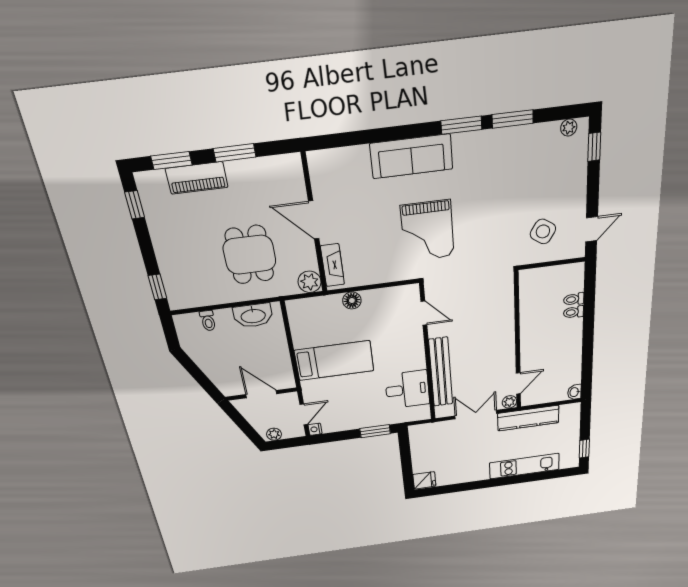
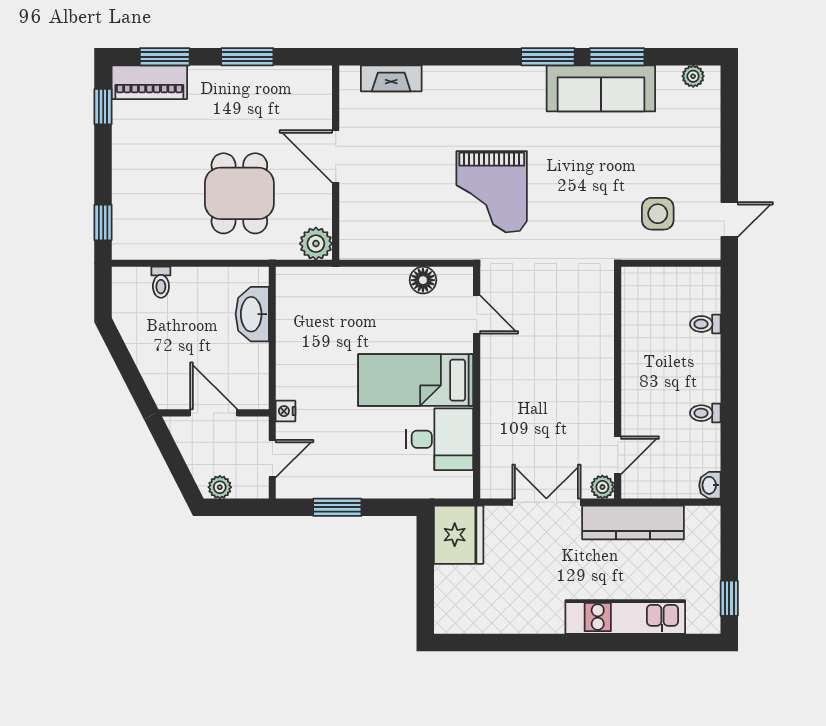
window: (594, 147) -> (729, 105), removed
sofa: (411, 156) -> (601, 88), moved
piano: (197, 178) -> (149, 82), moved
side table: (543, 231) -> (658, 214), turned -33
fireplace: (332, 265) -> (391, 78), moved, turned 90
floor lamp: (352, 301) -> (423, 280), moved
toilet: (574, 312) -> (705, 413), moved
washbasin: (253, 316) -> (252, 314), moved, turned 90
bed: (334, 361) -> (416, 380), moved, turned 180
bench: (441, 372) -> (495, 417), removed
nightstand: (315, 429) -> (286, 411), moved
window: (375, 431) -> (337, 507), moved
fridge: (424, 480) -> (459, 535), moved, width x1.88, depth x1.34

